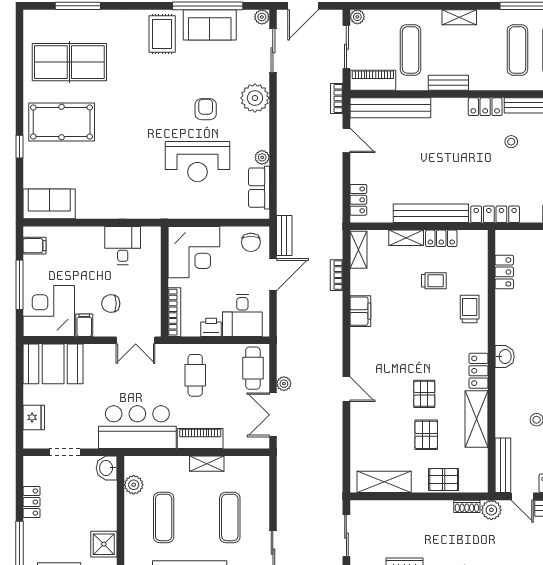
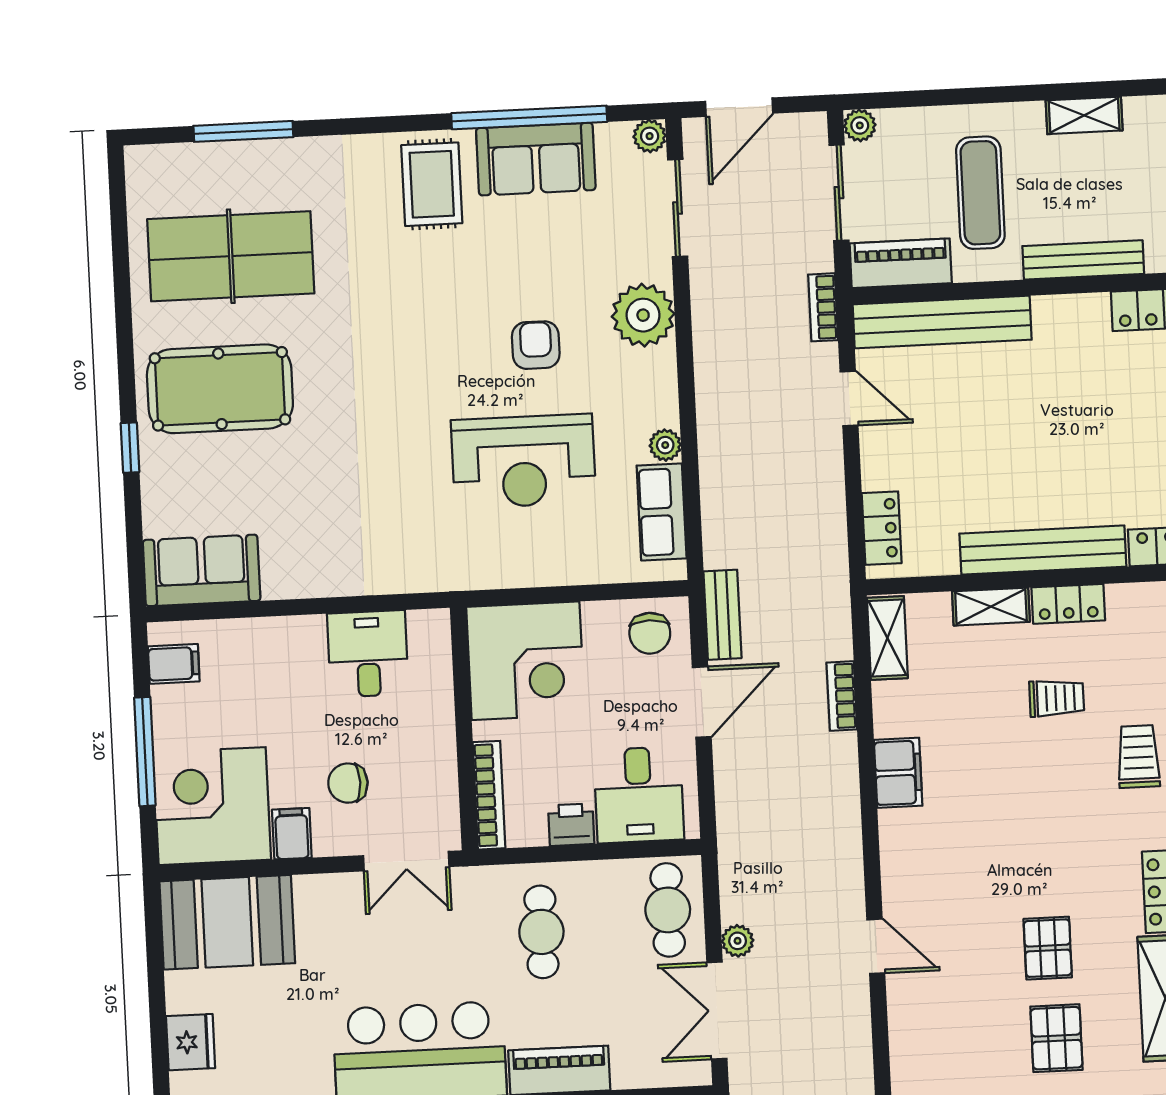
bench: (448, 83) -> (1083, 260), width x1.36

